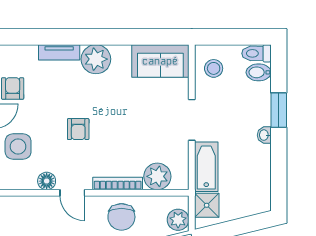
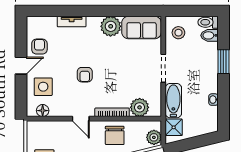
plant: (96, 59) -> (111, 26), moved
washbasin: (264, 135) -> (213, 100), moved
floor lamp: (47, 181) -> (43, 111), moved

